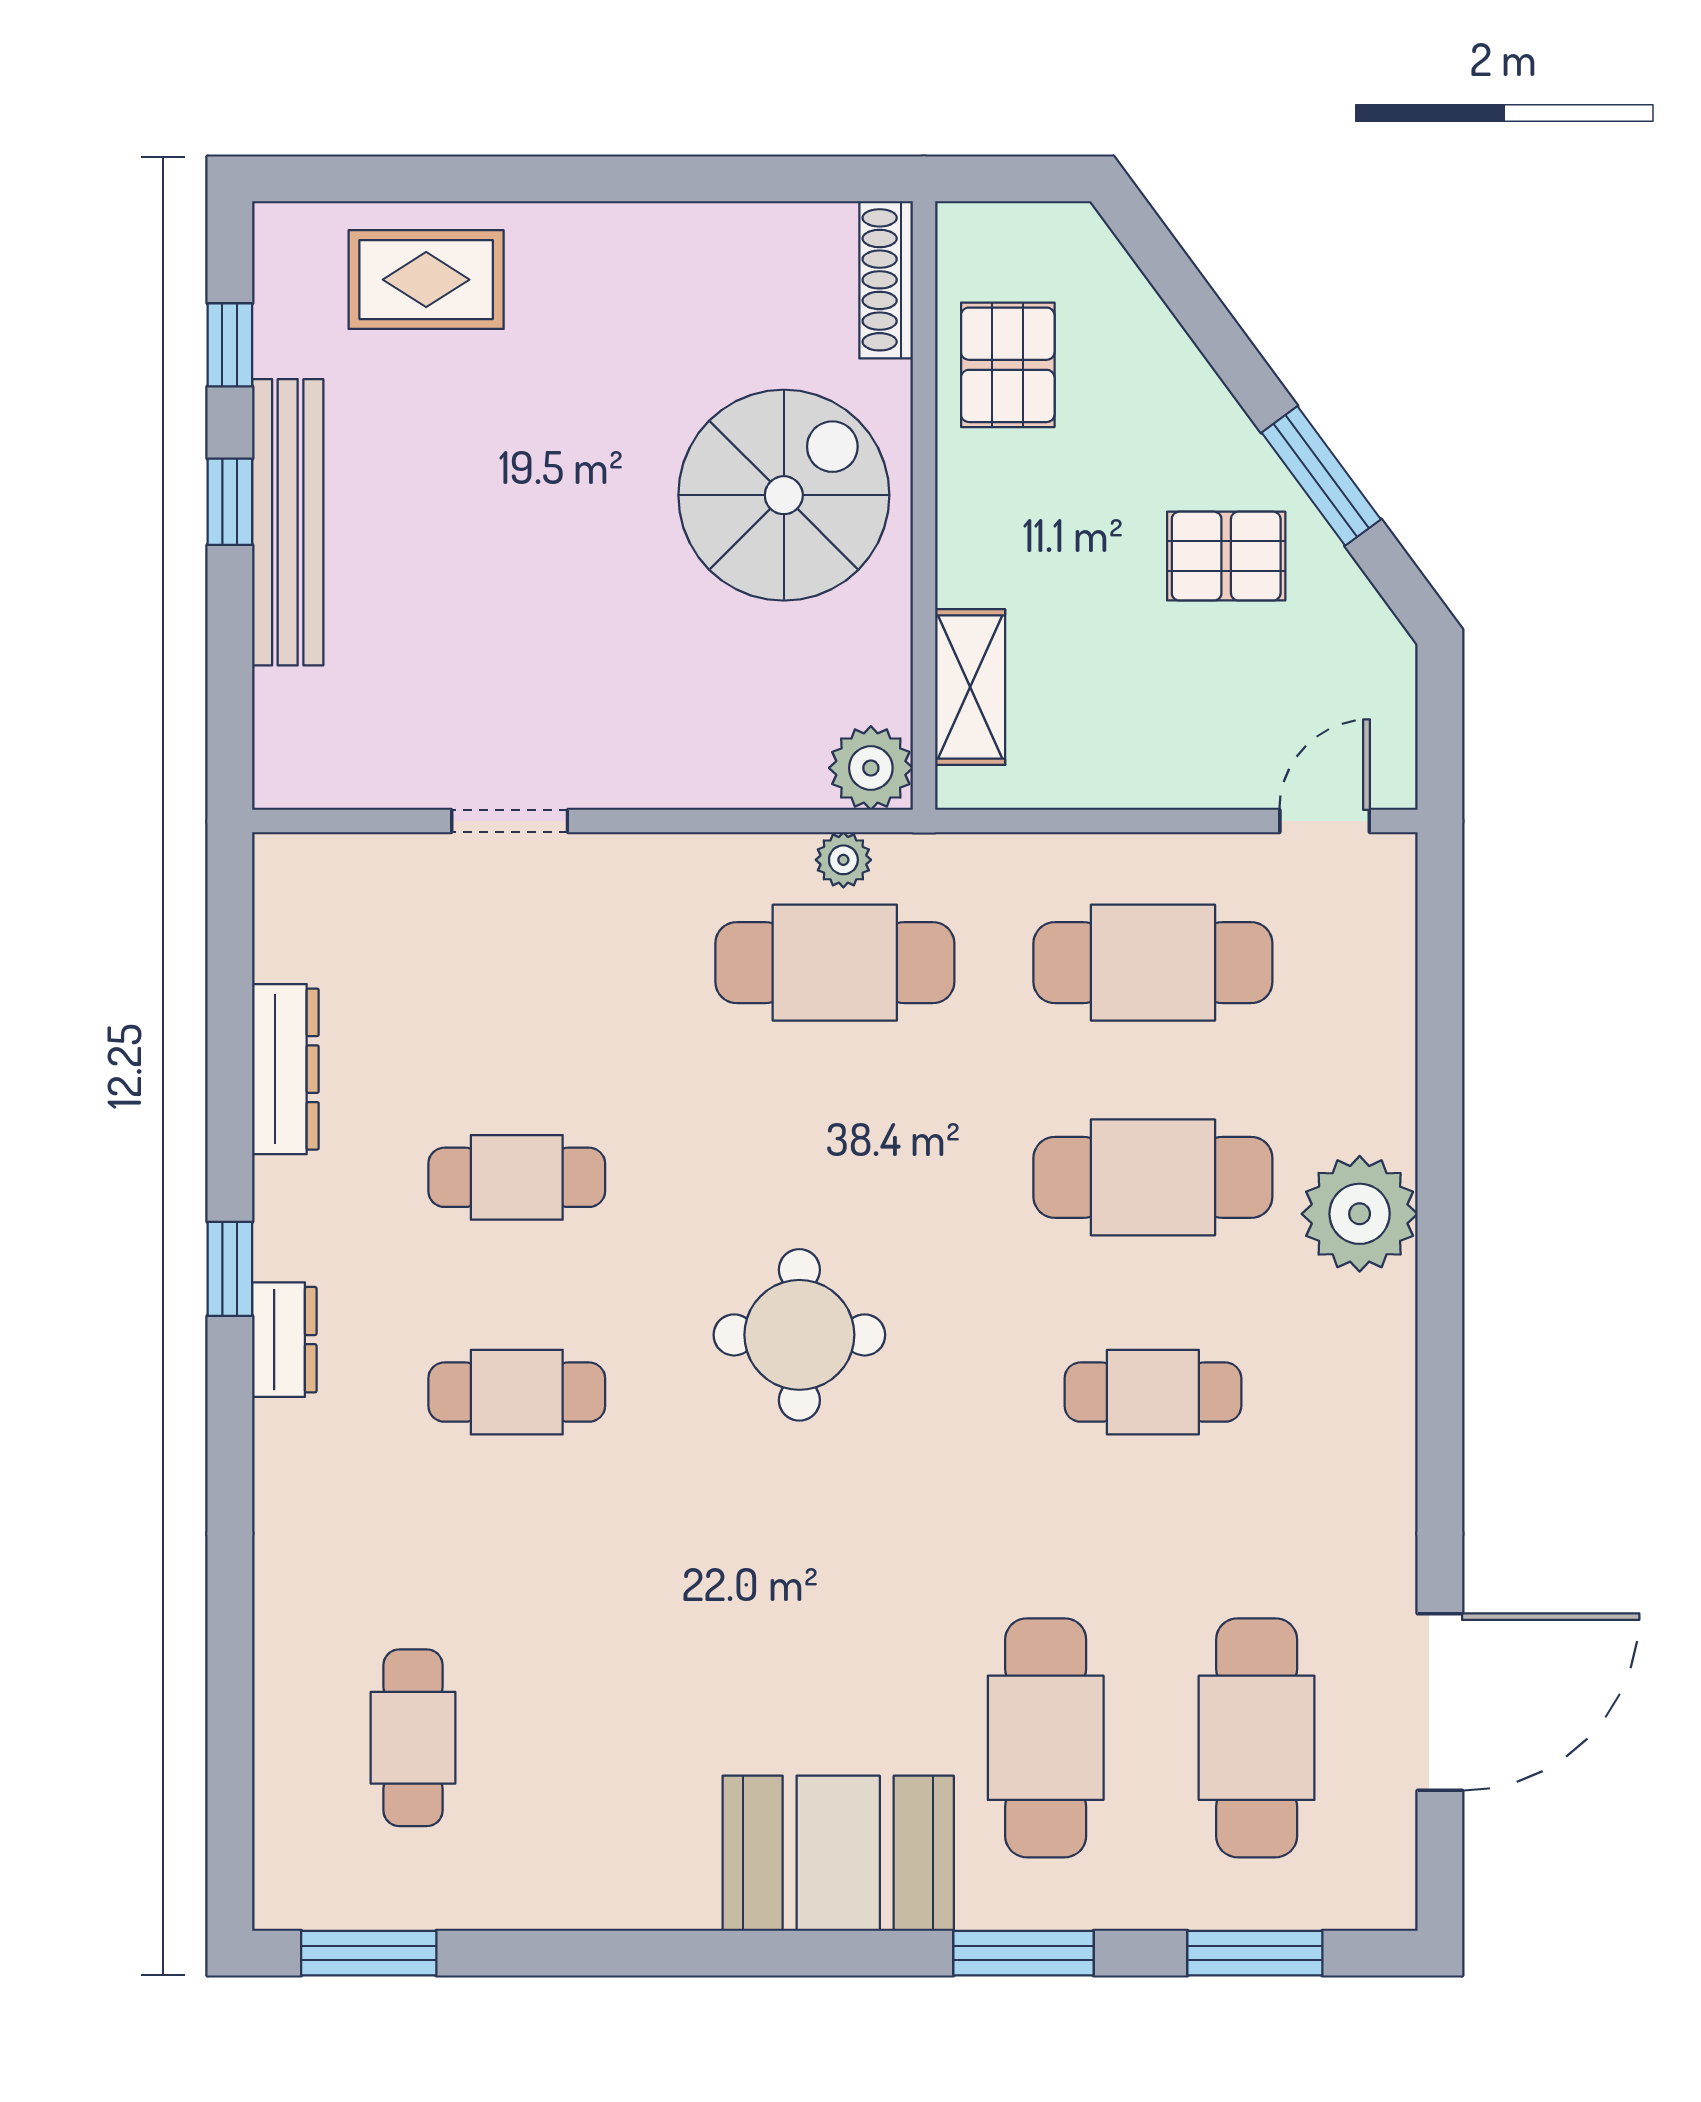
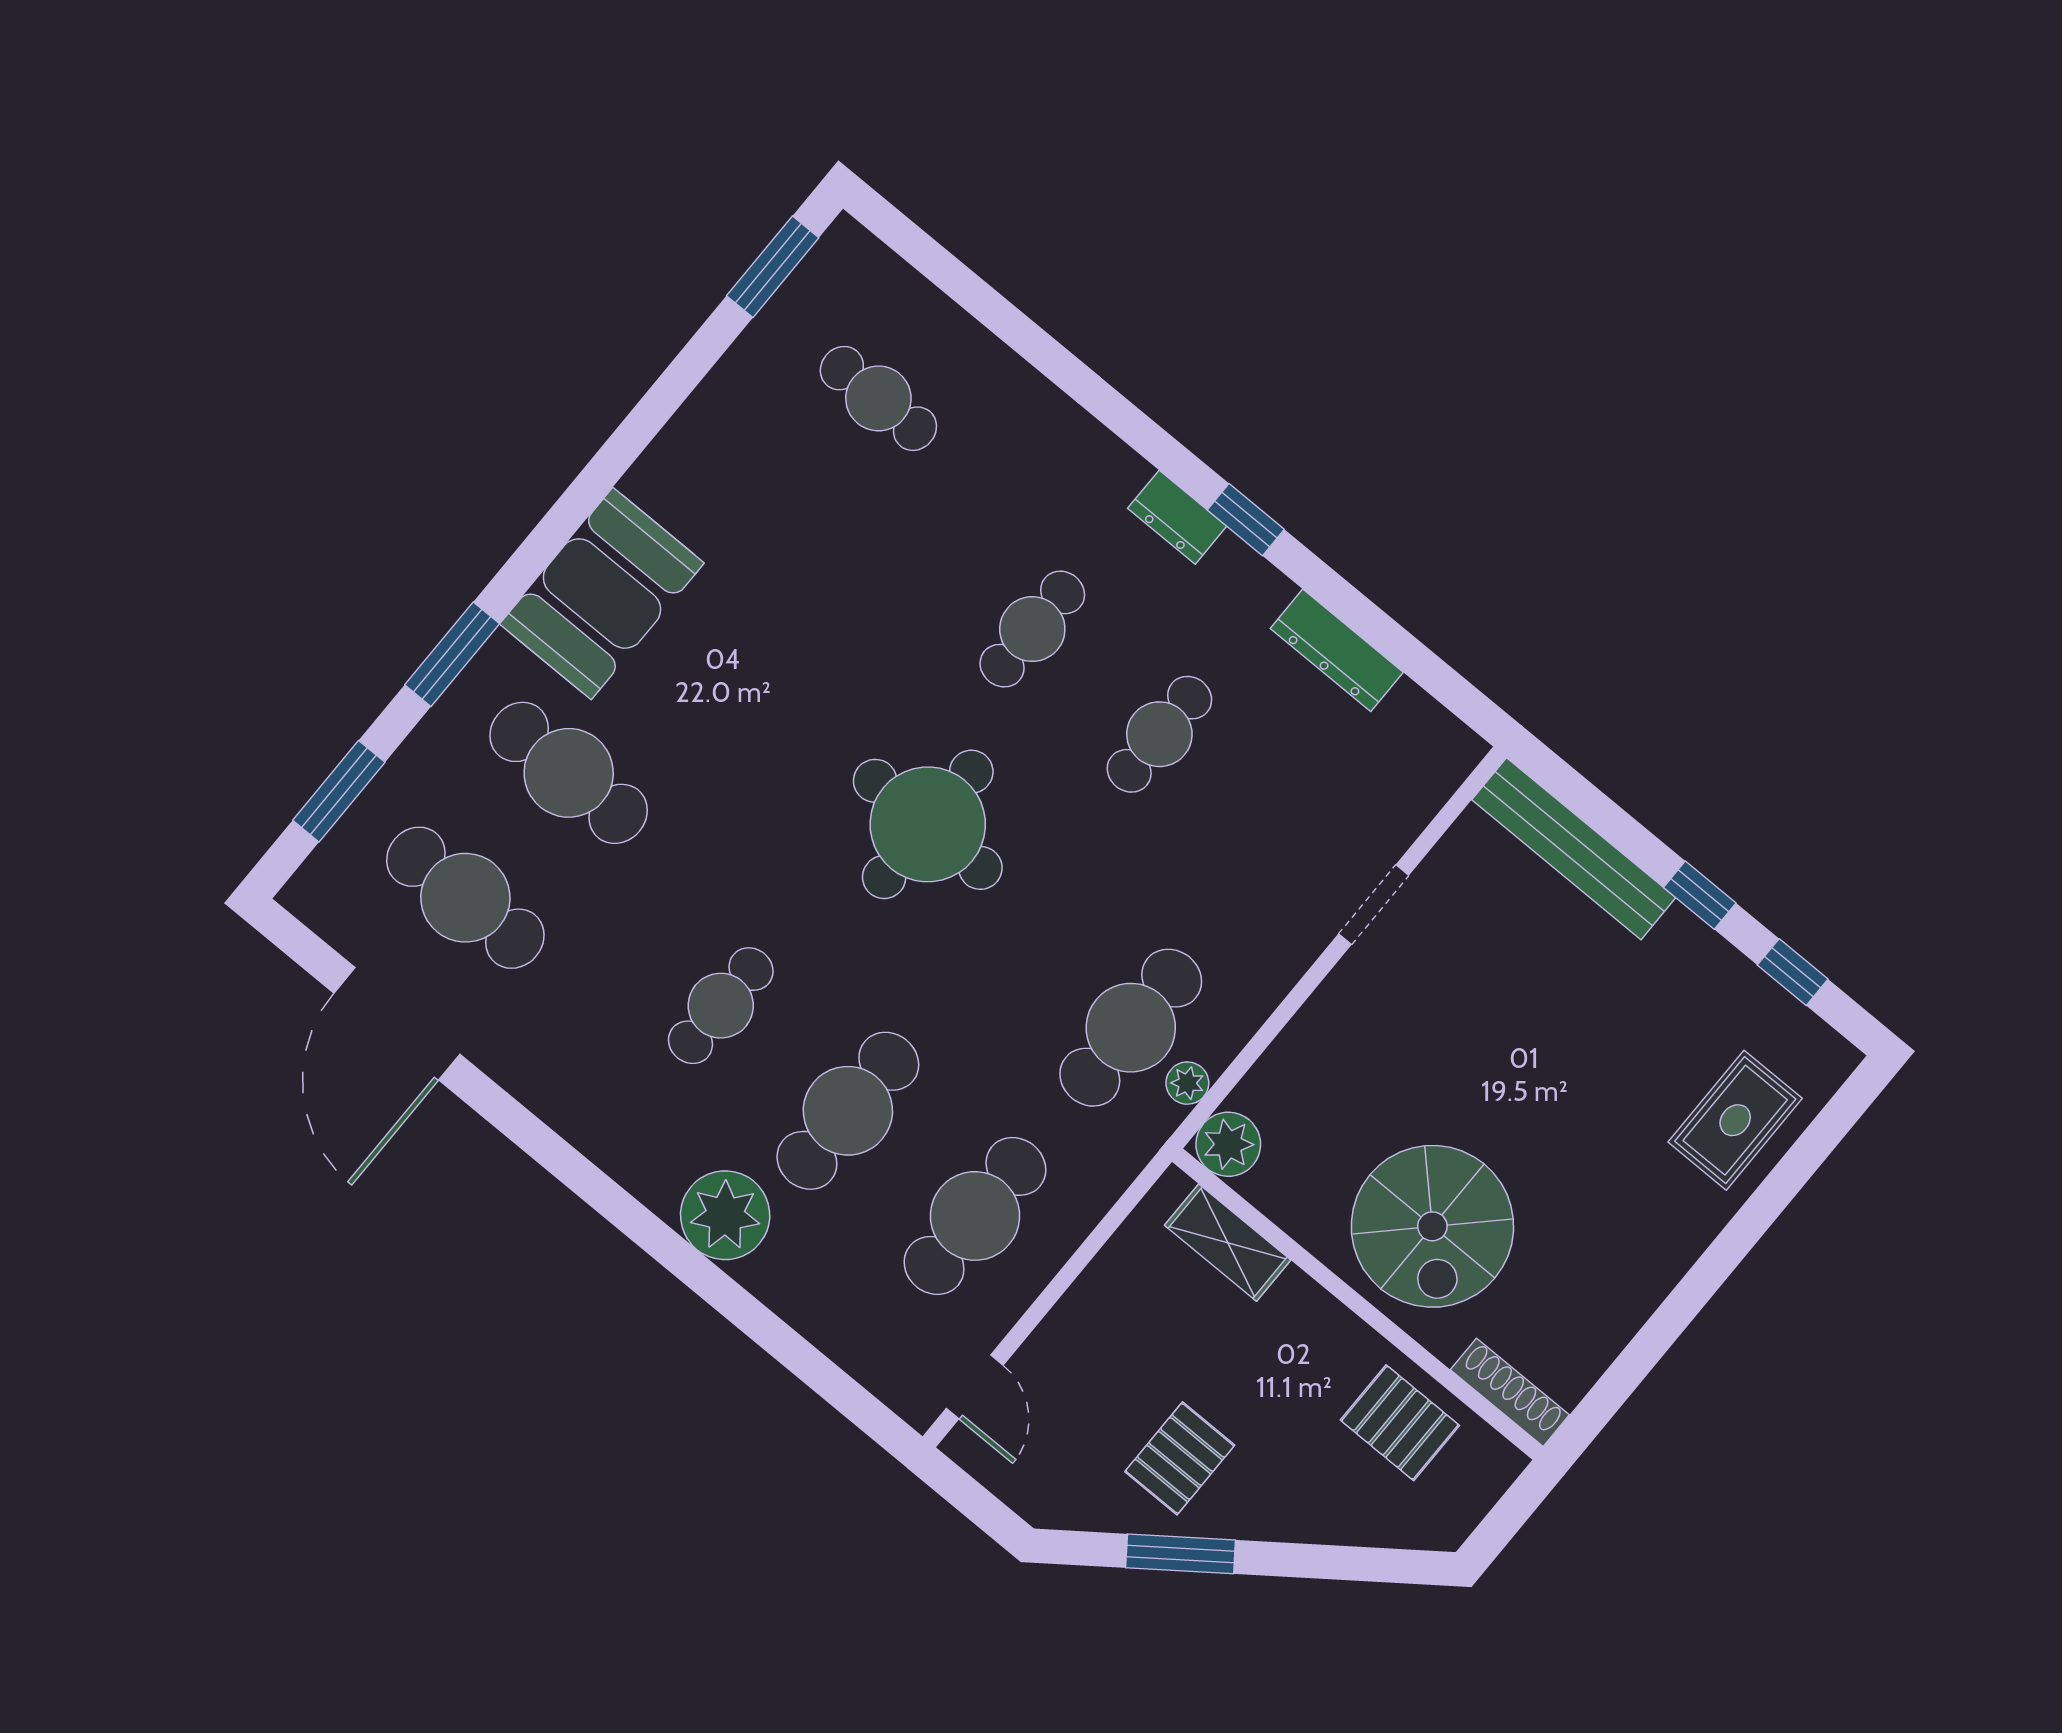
bench: (288, 522) -> (1574, 849), moved
round table: (799, 1335) -> (928, 824), width x1.36, depth x1.36

